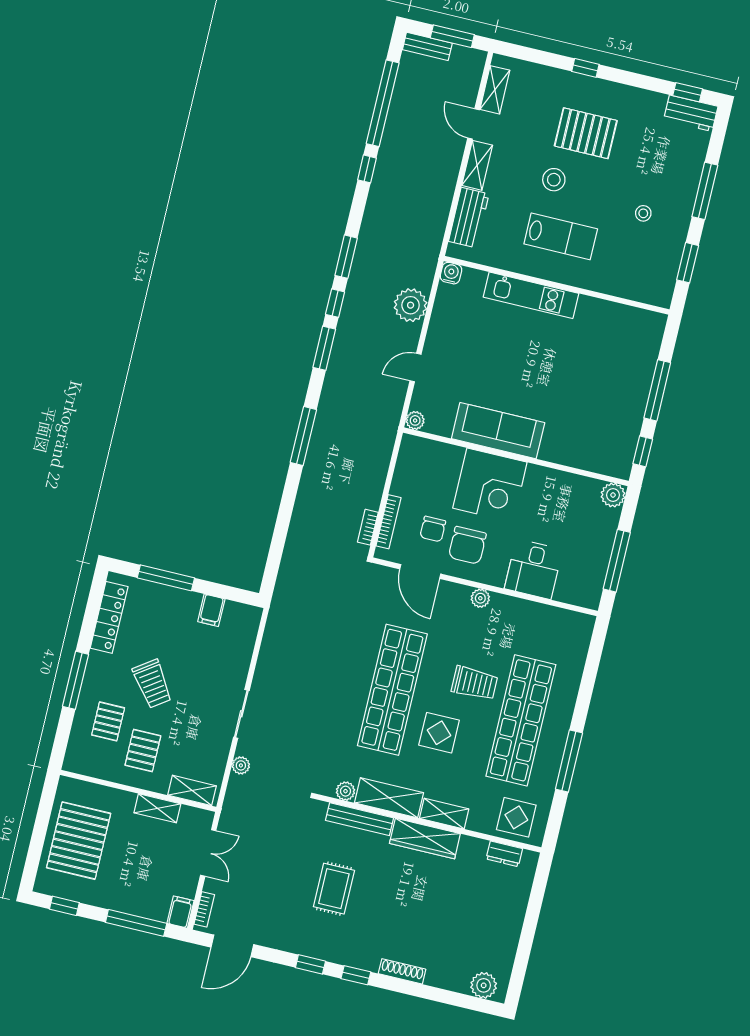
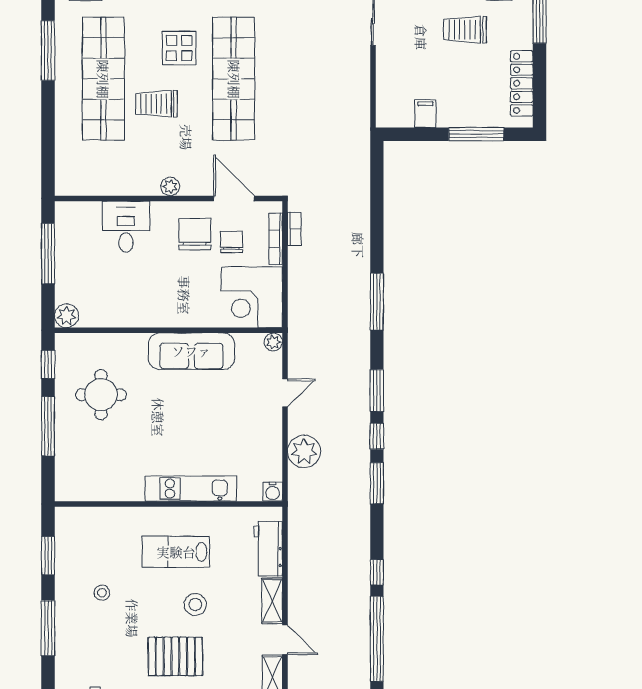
round table: (598, 409) -> (101, 395), added
corner desk: (490, 485) -> (252, 297), moved, turned -90
trolley: (152, 684) -> (465, 30), turned -55

